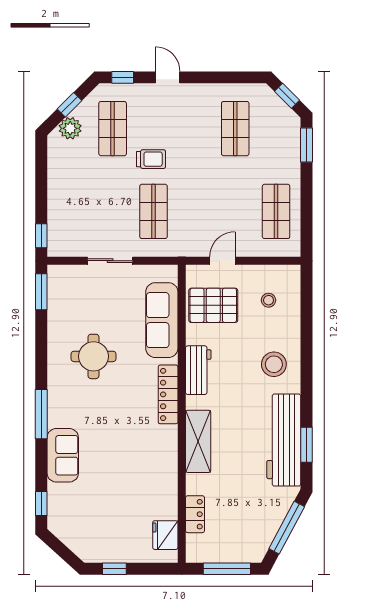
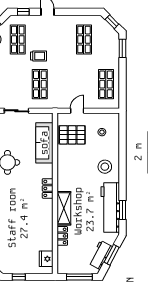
workbench: (198, 370) -> (100, 255), moved, turned -152
locker: (168, 394) -> (48, 188), width x0.66
locker: (195, 514) -> (62, 236), moved
window: (287, 528) -> (112, 255), width x0.69

